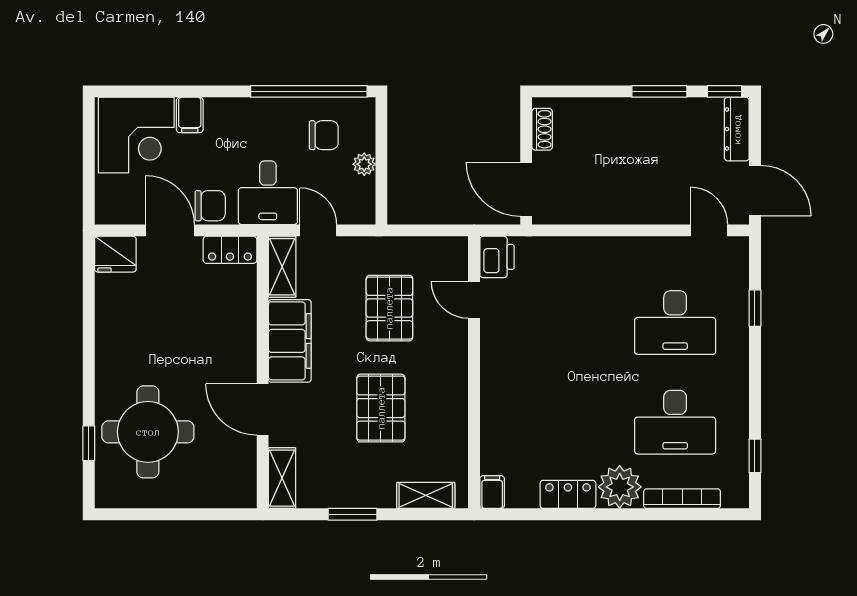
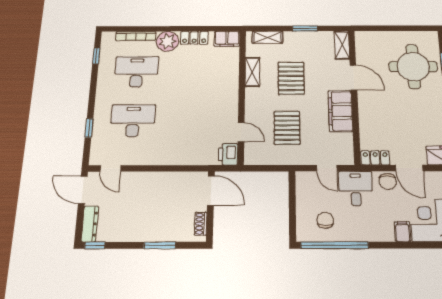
window: (659, 91) -> (160, 245), moved
chair: (324, 135) -> (325, 220), turned 90
plant: (364, 164) -> (302, 204), removed
chair: (210, 206) -> (388, 181), turned -90
shelving: (282, 267) -> (252, 72), moved
filing cabinet: (492, 492) -> (227, 39), width x2.00

